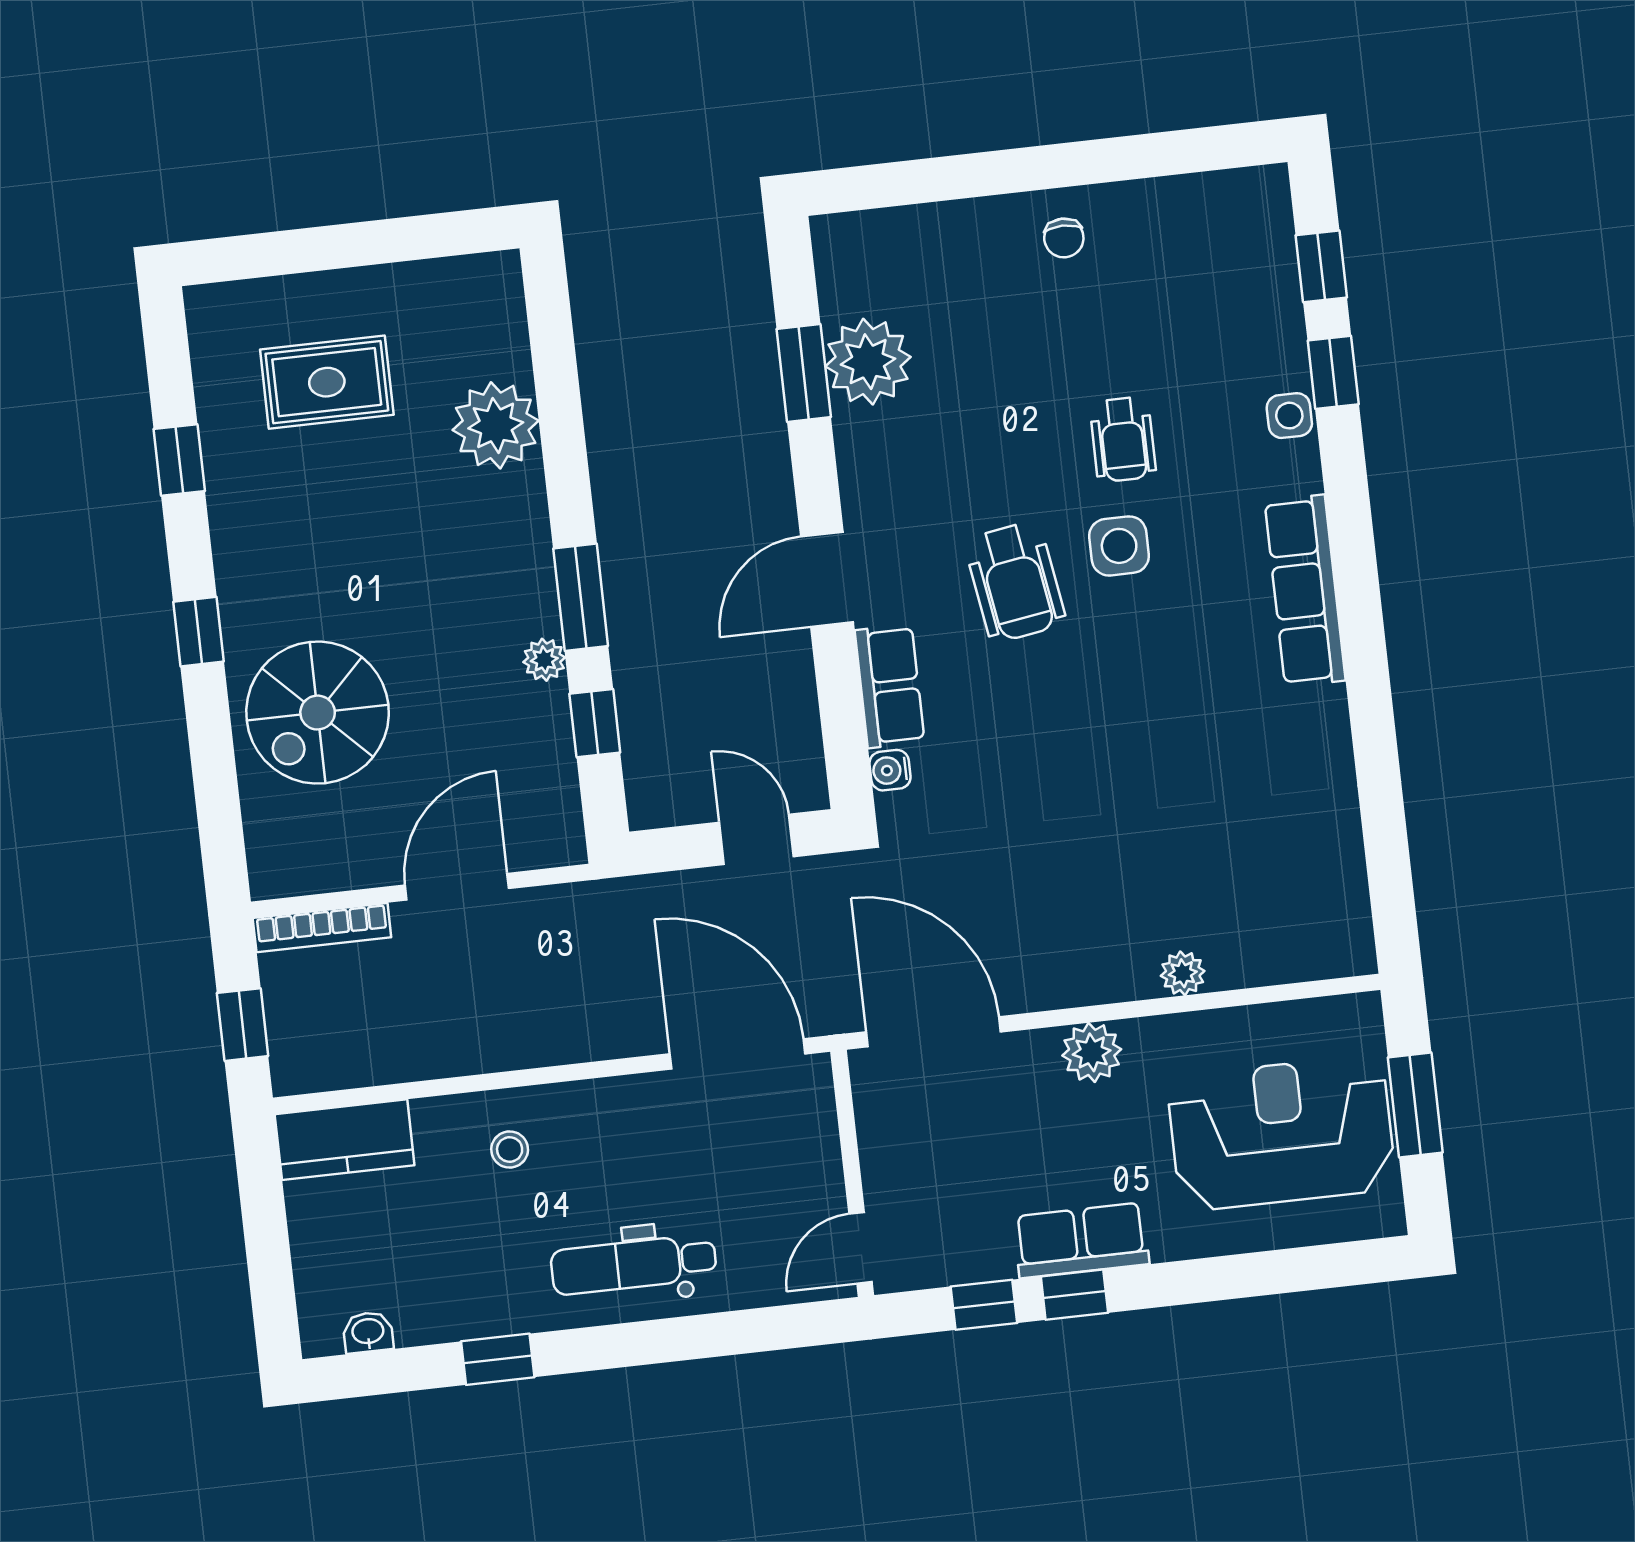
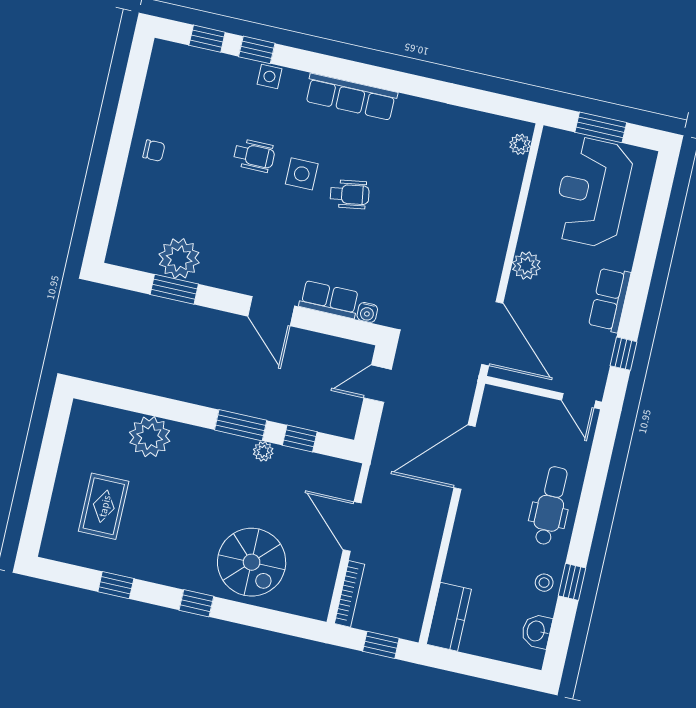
wheelchair: (1015, 582) -> (350, 194), moved, width x0.73, depth x0.73
plant: (1183, 973) -> (520, 144), moved
door: (934, 1032) -> (492, 334), swing flipped
door: (738, 1054) -> (464, 457), moved
stool: (510, 1149) -> (544, 583), moved
dental chair: (634, 1264) -> (551, 506), turned 180
window: (1074, 1295) -> (633, 311), removed
washbasin: (368, 1332) -> (536, 631), width x1.38, depth x1.45

